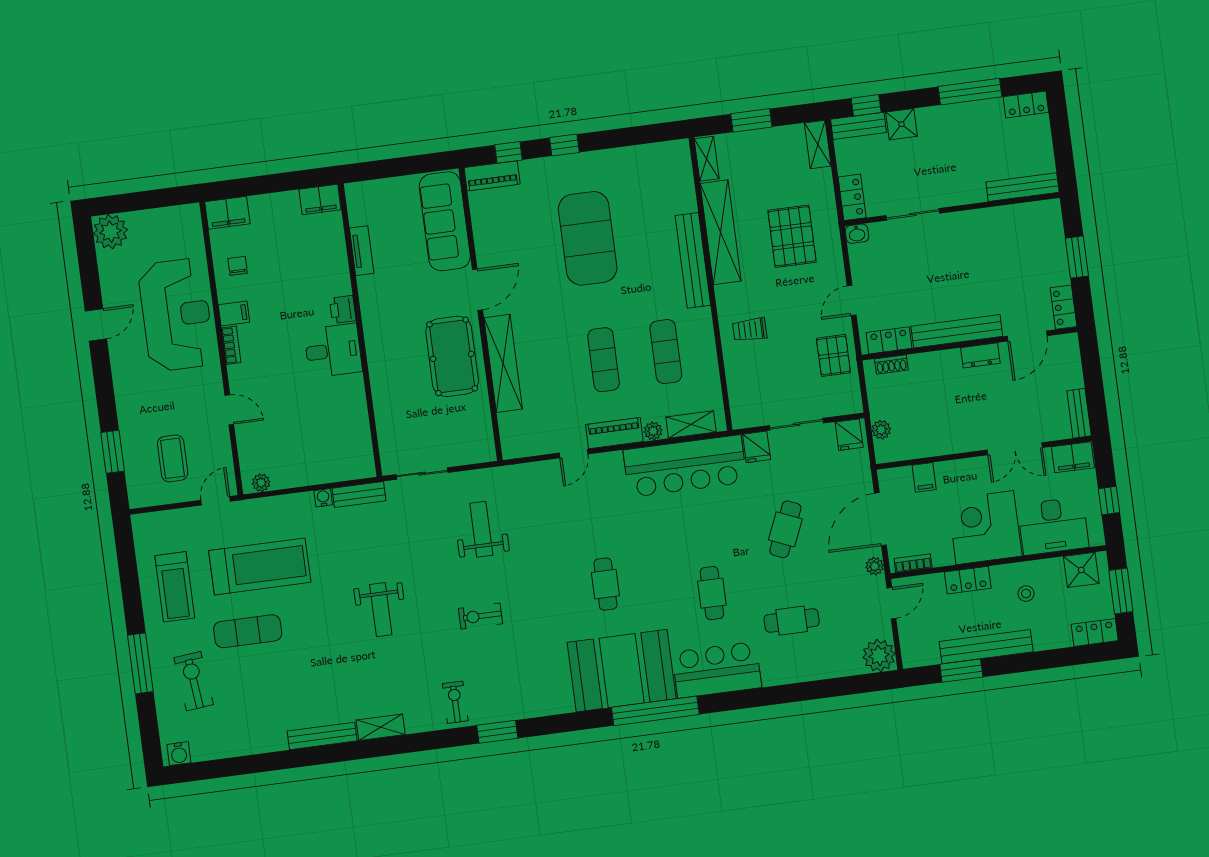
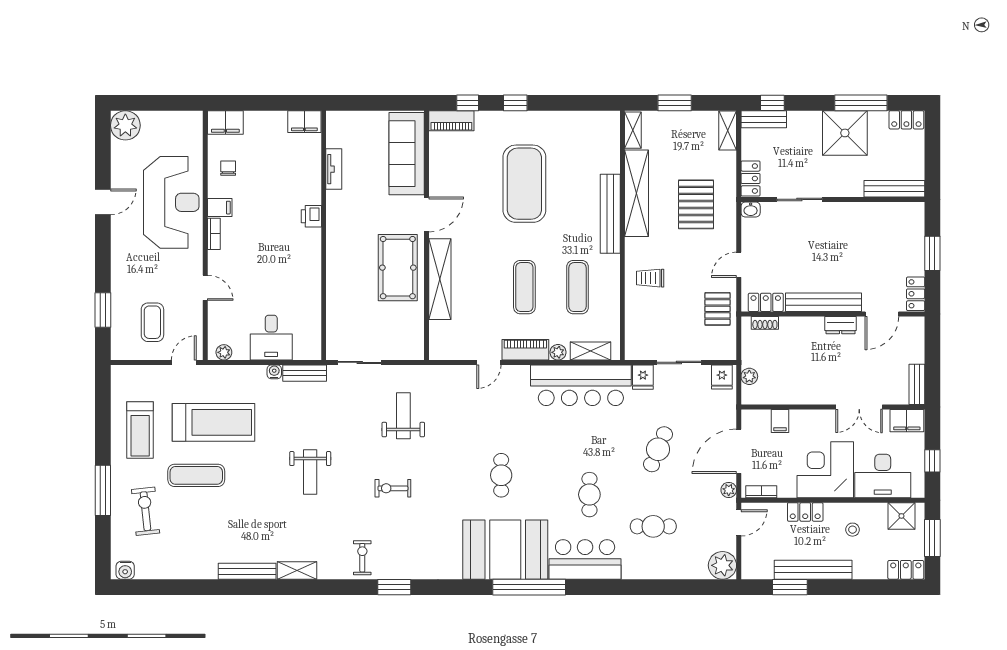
shower: (901, 124) -> (845, 133), moved, width x1.86, depth x1.86
desk: (333, 351) -> (271, 338), moved, turned 90

